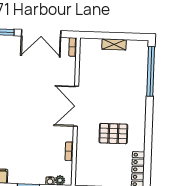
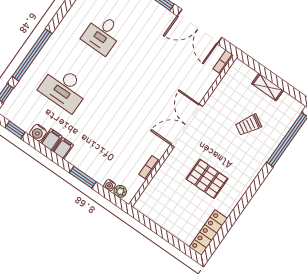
trolley: (118, 79) -> (248, 125), added

